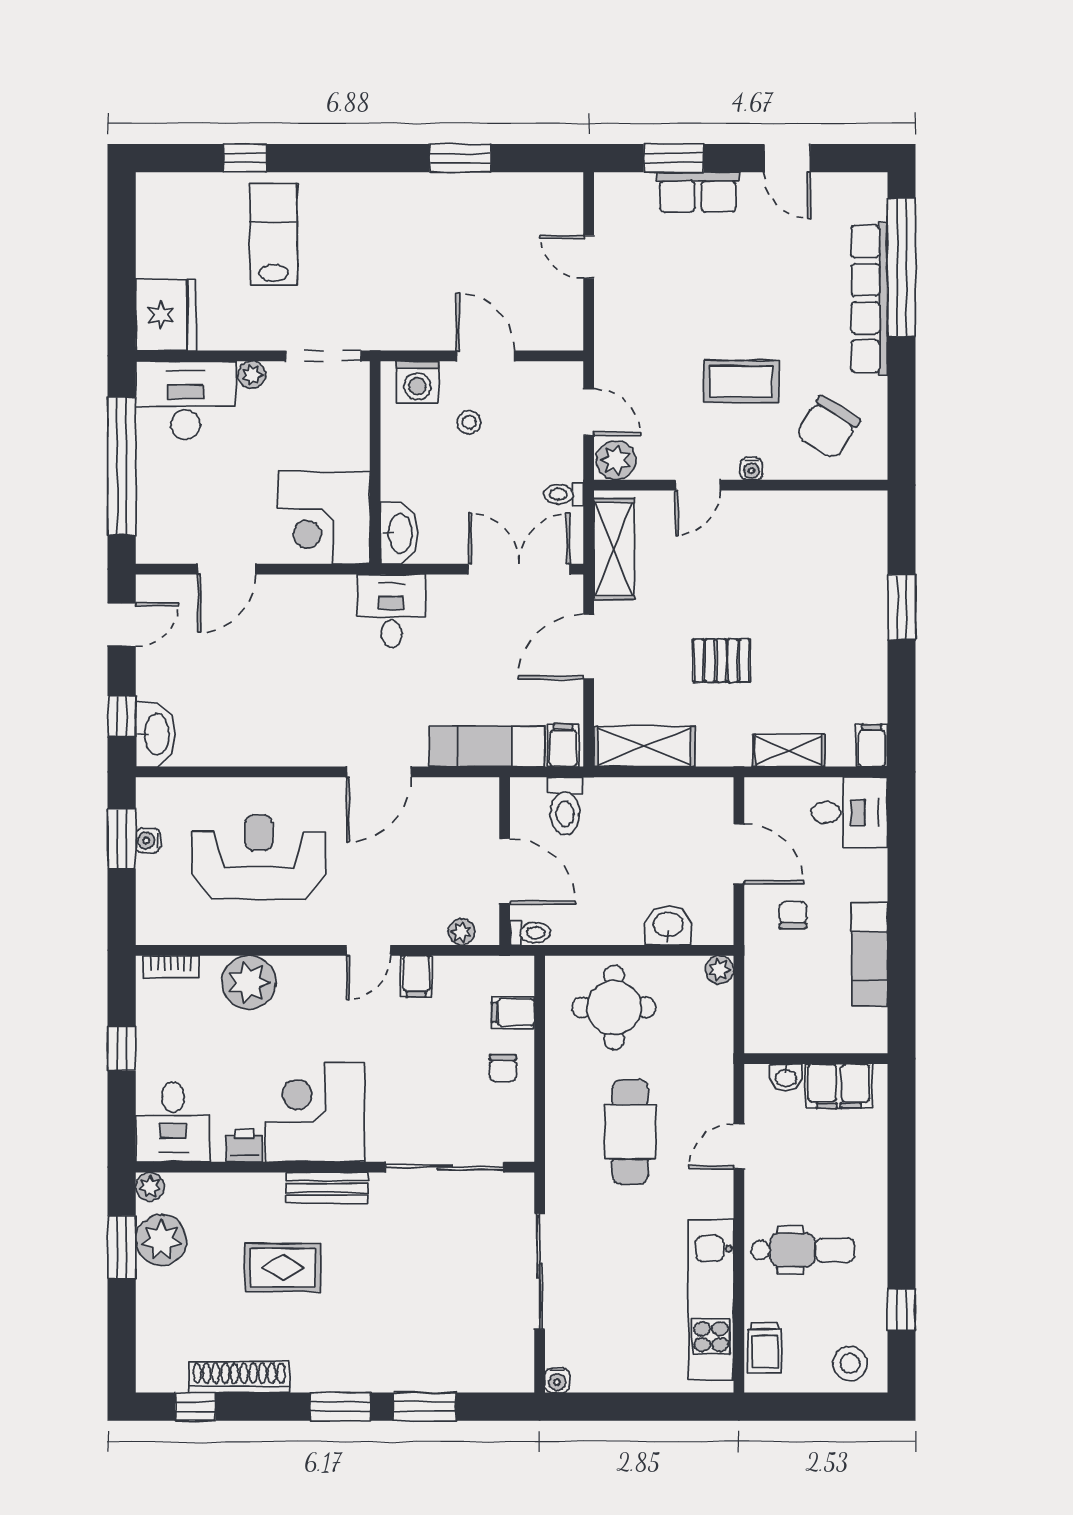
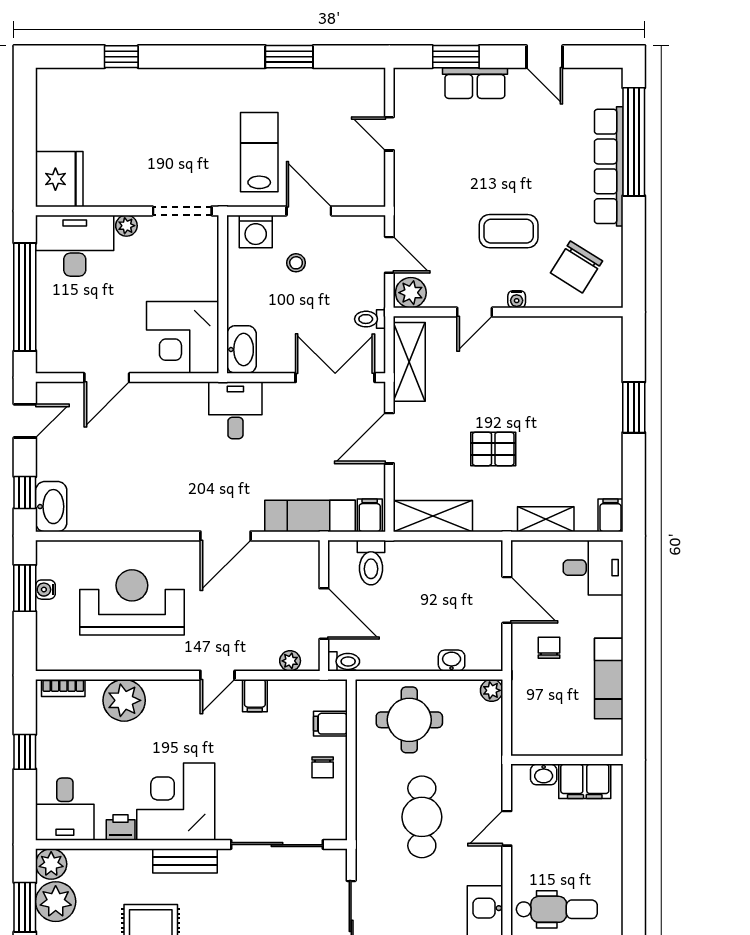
lab bench: (274, 234) -> (259, 152), moved
washbasin: (668, 925) -> (452, 661), width x0.72, depth x0.69
plant: (150, 1187) -> (51, 864), width x1.38, depth x1.38

